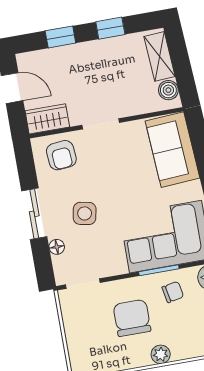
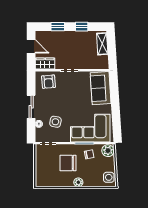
boiler: (168, 90) -> (104, 60), removed
side table: (85, 213) -> (55, 122), moved
chair: (132, 318) -> (68, 163), turned -90

